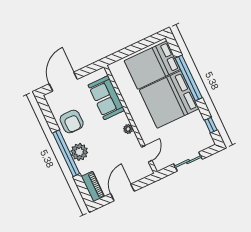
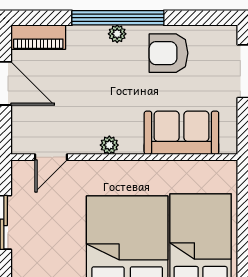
plant: (79, 152) -> (117, 34), width x0.53, depth x0.53
door: (147, 154) -> (51, 157), hinge flipped

